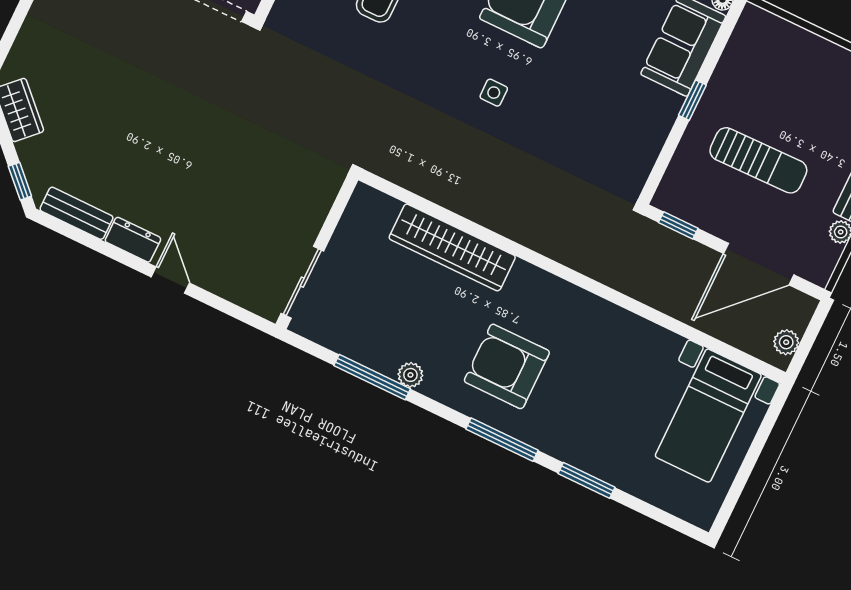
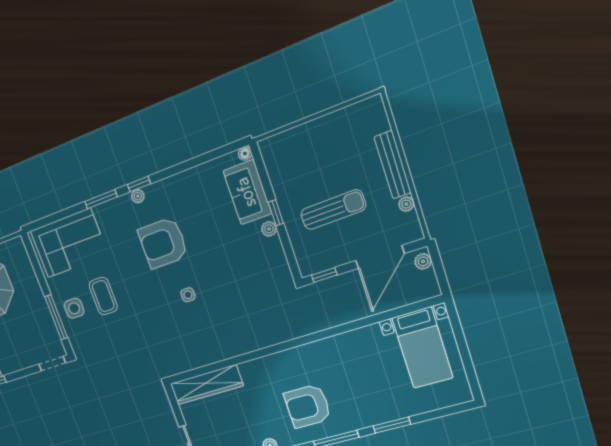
plant: (667, 111) -> (269, 229), added
wardrobe: (452, 247) -> (207, 385), moved
plant: (786, 342) -> (423, 261), moved

